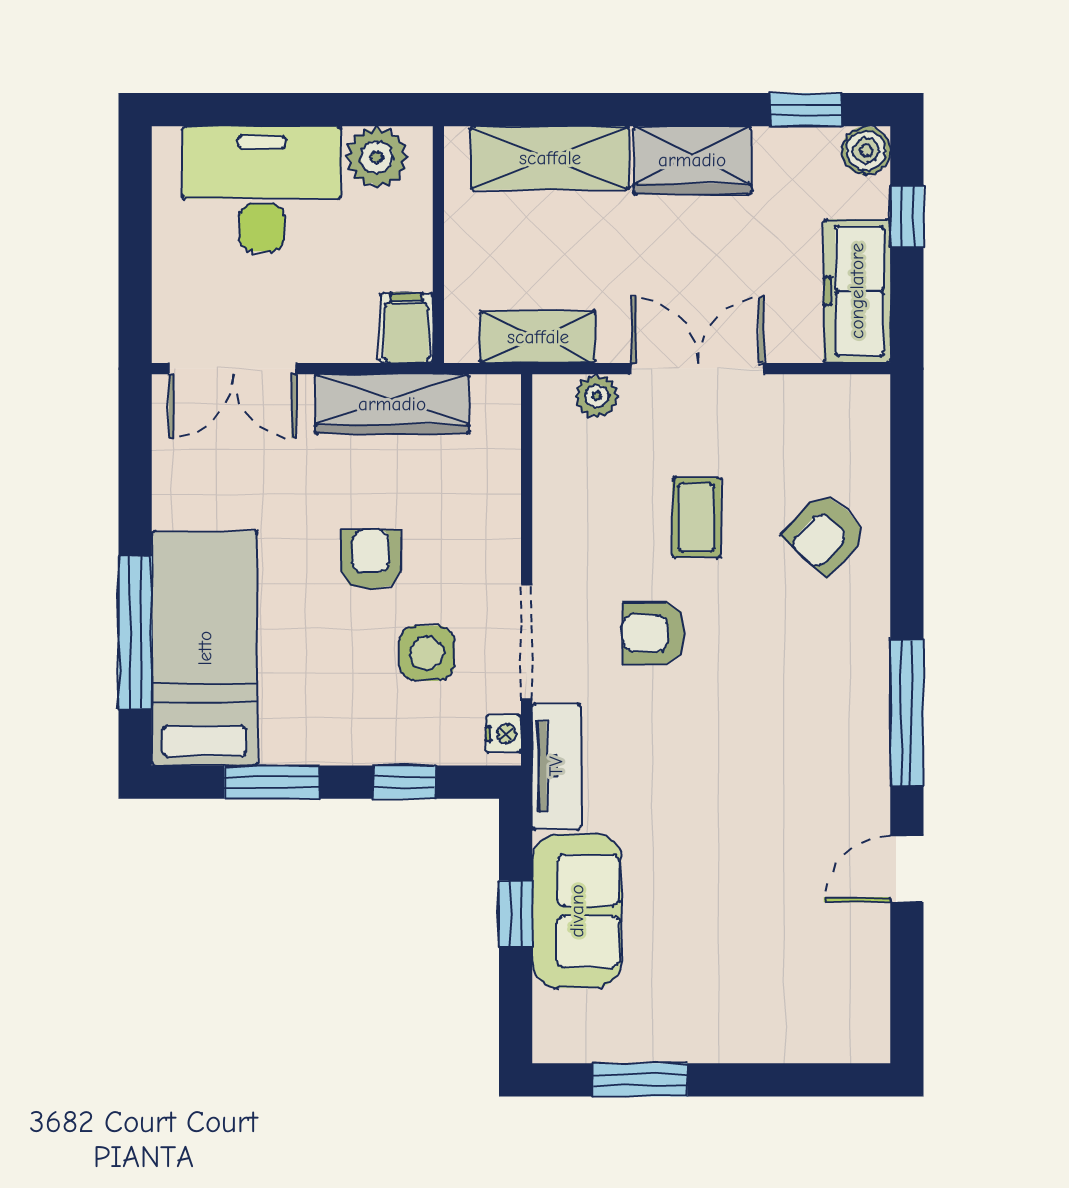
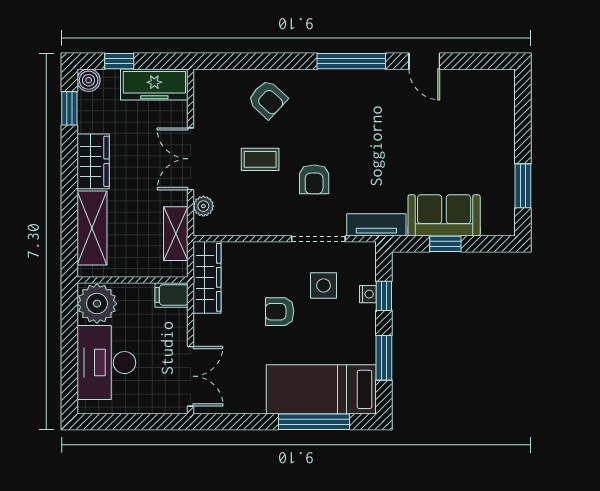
plant: (377, 157) -> (97, 304), width x1.36, depth x1.36
wardrobe: (392, 404) -> (207, 277), moved
nightstand: (503, 734) -> (368, 294), moved, turned 90

